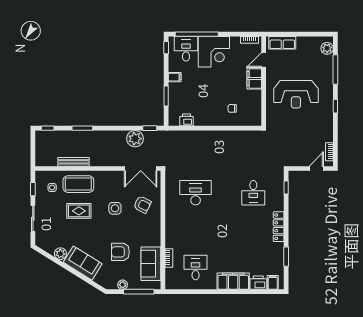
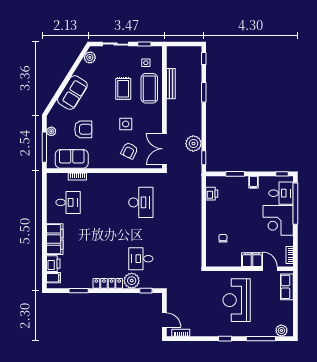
plant: (276, 202) -> (132, 281), added
armchair: (120, 252) -> (83, 129), turned 90
plant: (60, 254) -> (90, 57), moved

